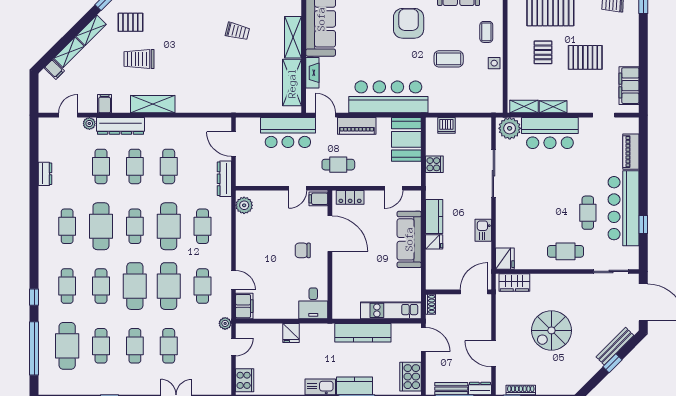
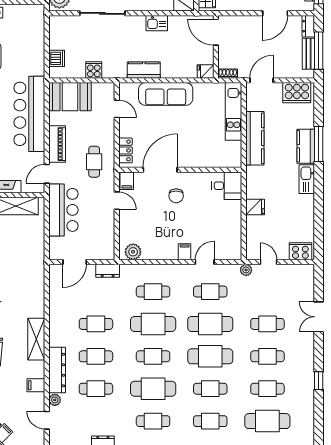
dresser: (224, 179) -> (108, 271), width x0.70
fridge: (434, 242) -> (206, 71), moved, turned -90
filing cabinet: (244, 306) -> (185, 252), moved, width x0.50

